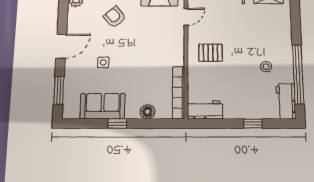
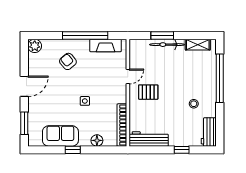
door: (186, 17) -> (128, 76), moved
side table: (103, 62) -> (85, 101), moved
window: (298, 74) -> (220, 78), moved
workbench: (205, 110) -> (149, 139), width x1.37

